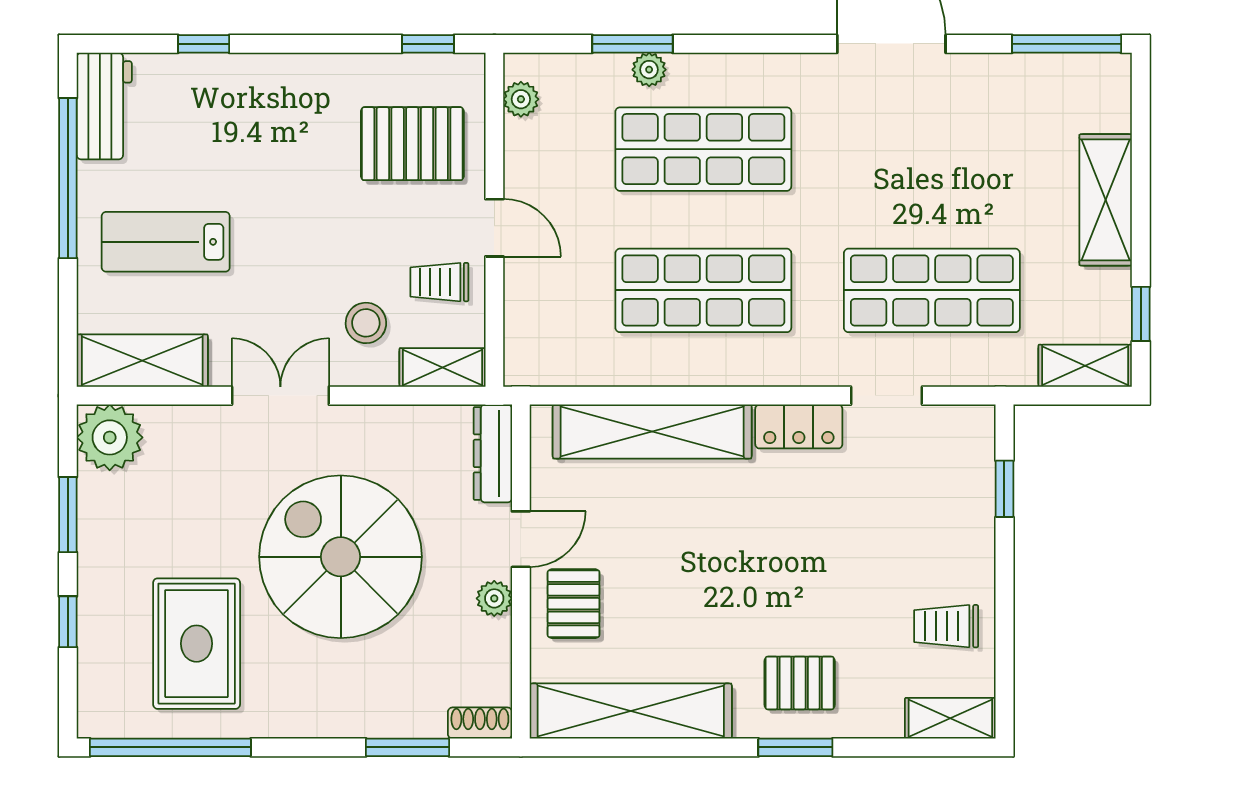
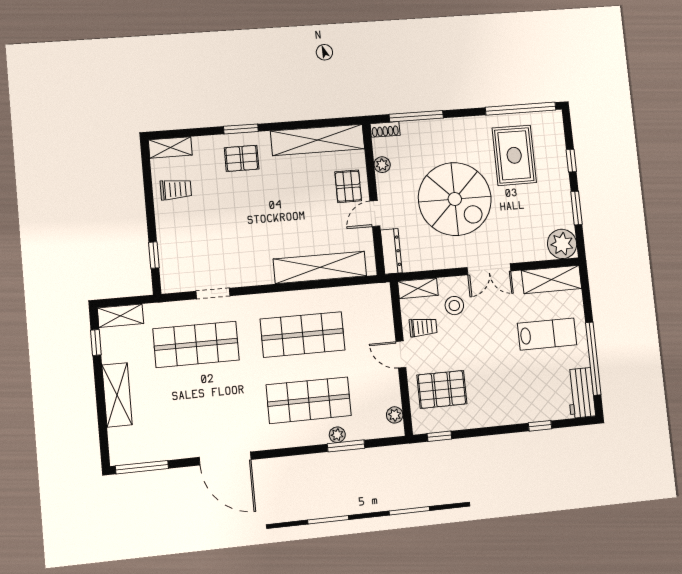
locker: (799, 426) -> (253, 276), removed
plant: (494, 598) -> (382, 165), moved
window: (408, 747) -> (416, 116), width x1.44

